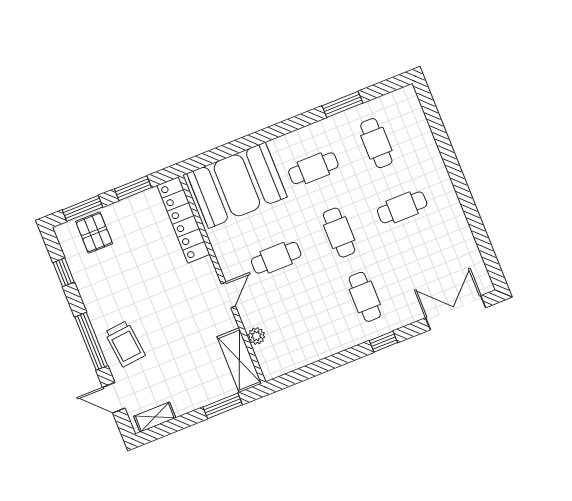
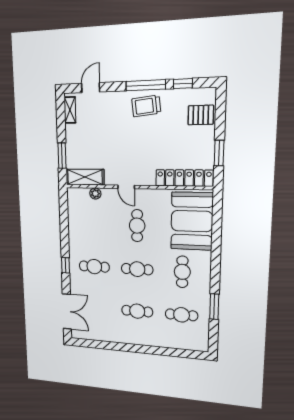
cafe table: (402, 207) -> (137, 311), turned 90
window: (83, 208) -> (220, 113), removed
window: (91, 341) -> (146, 85), moved
trolley: (125, 344) -> (146, 106), moved

